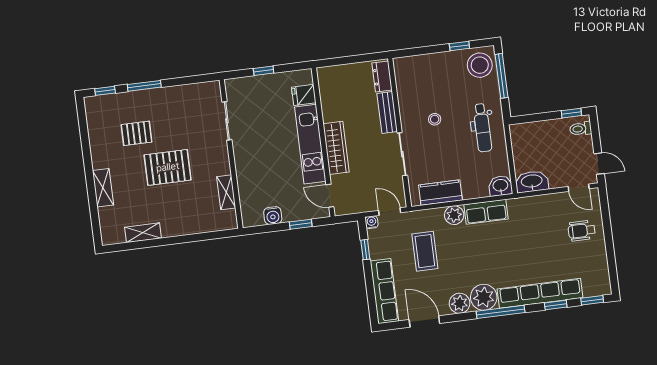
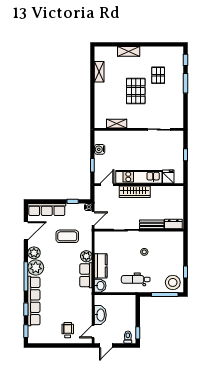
washbasin: (532, 182) -> (100, 315), moved
kitchen counter: (440, 193) -> (101, 266), moved

